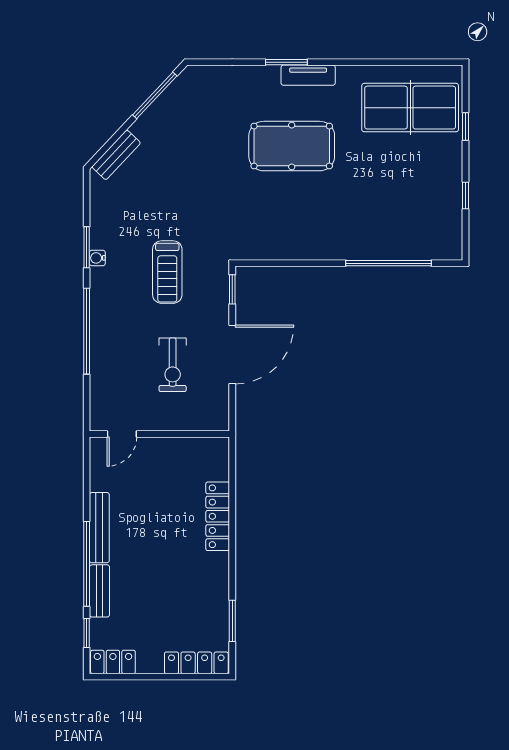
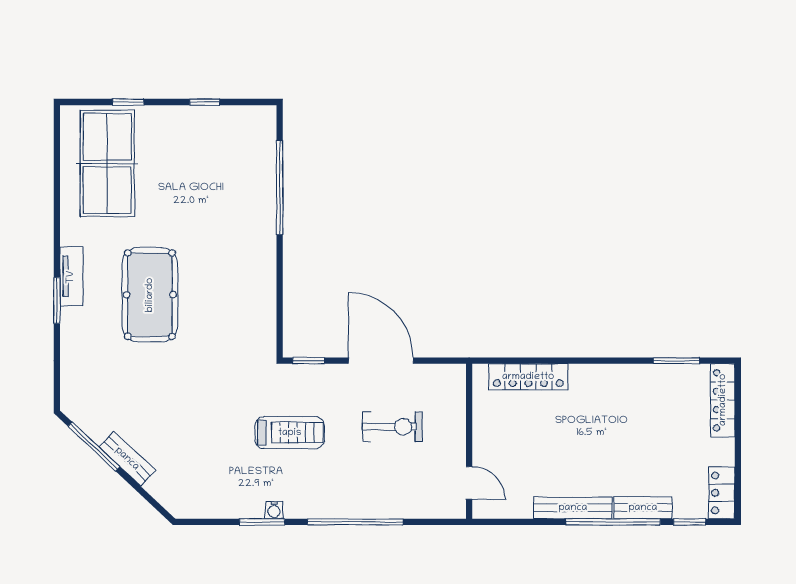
bench: (116, 155) -> (127, 459), moved
locker: (218, 516) -> (528, 377), moved

